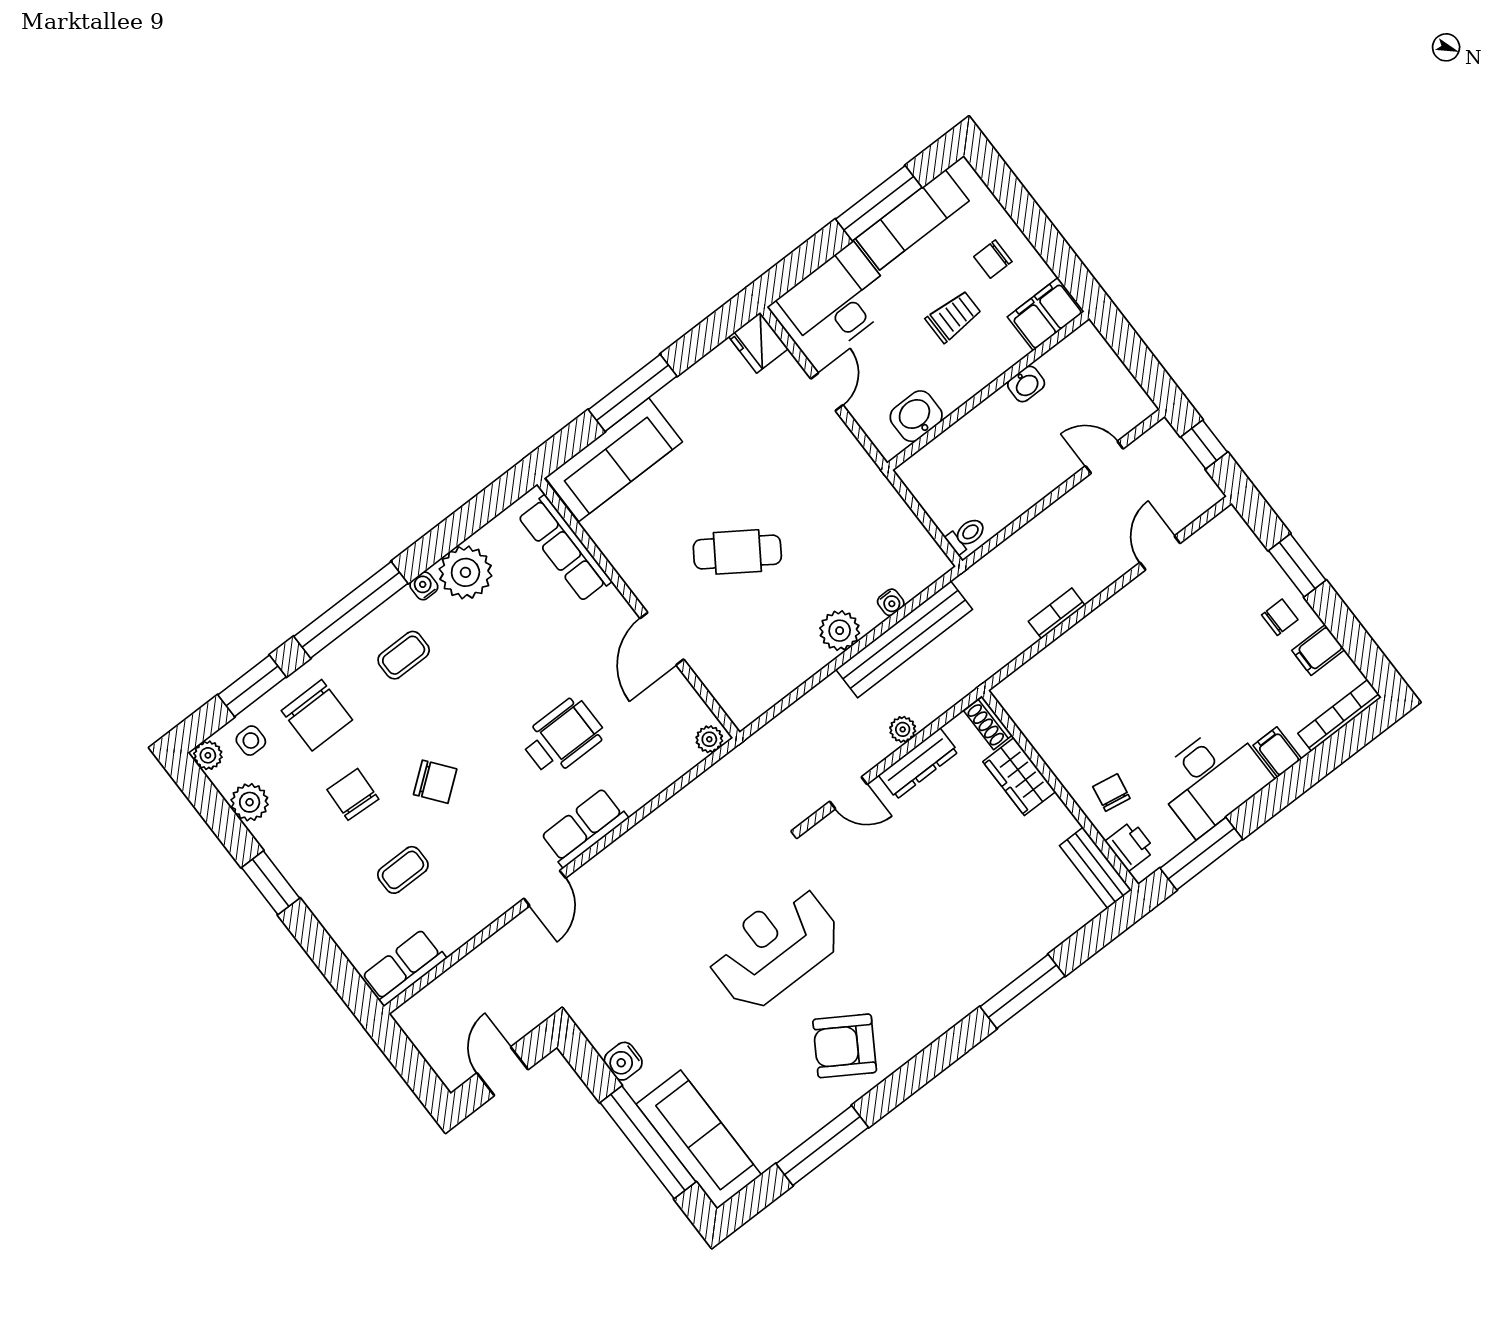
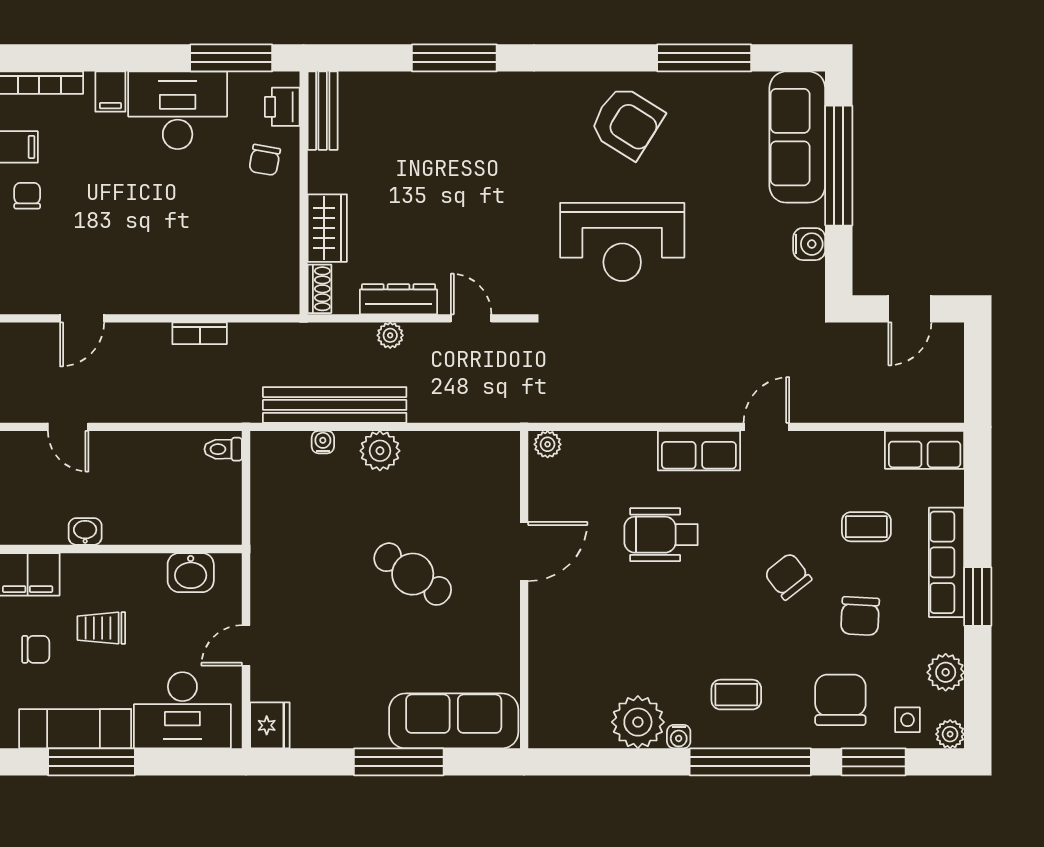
row of seats: (565, 549) -> (947, 562), moved, turned 180
chair: (1280, 617) -> (27, 196), turned 90

